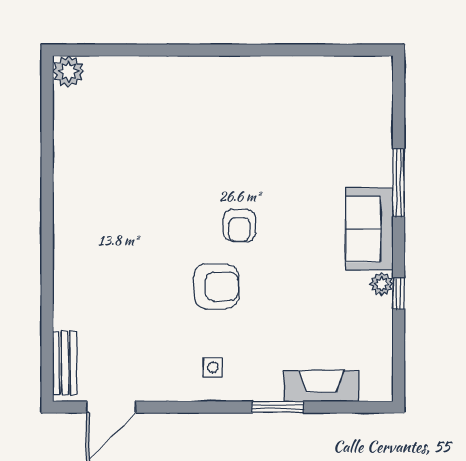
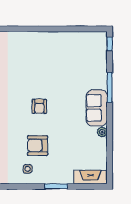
armchair: (216, 286) -> (38, 146), moved, turned 180
window: (399, 294) -> (110, 44), moved
fireplace: (321, 386) -> (91, 177), moved

